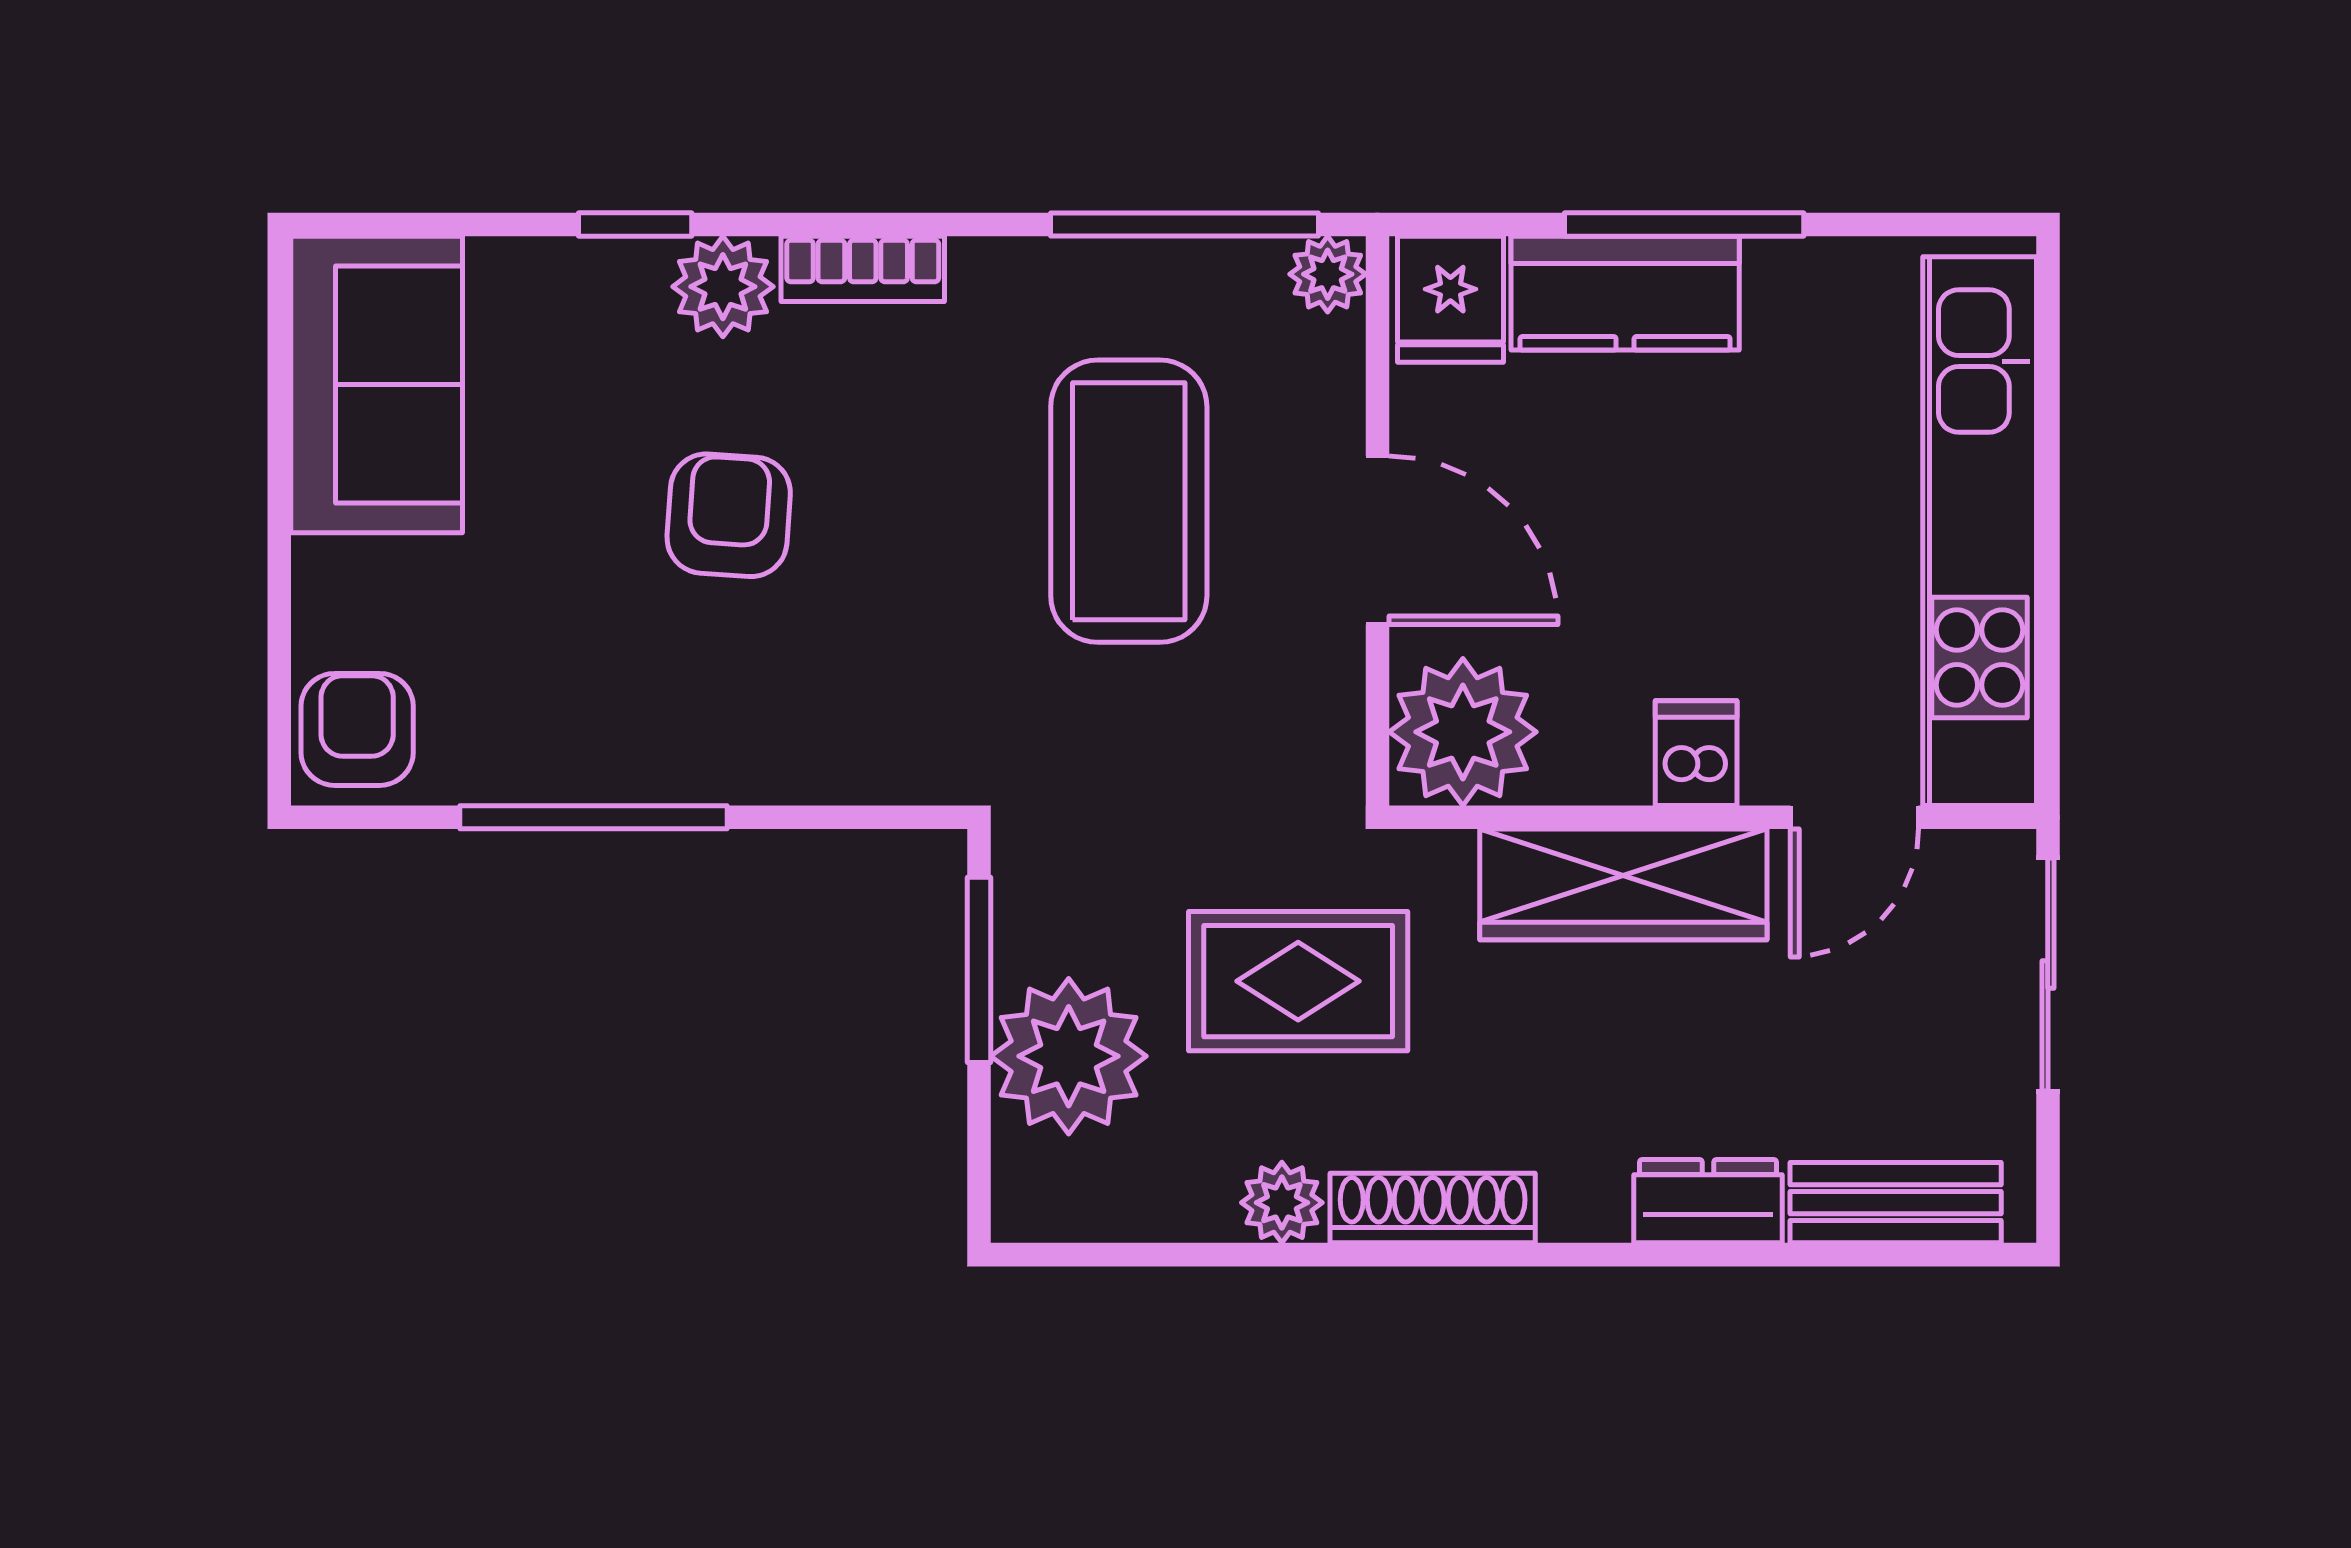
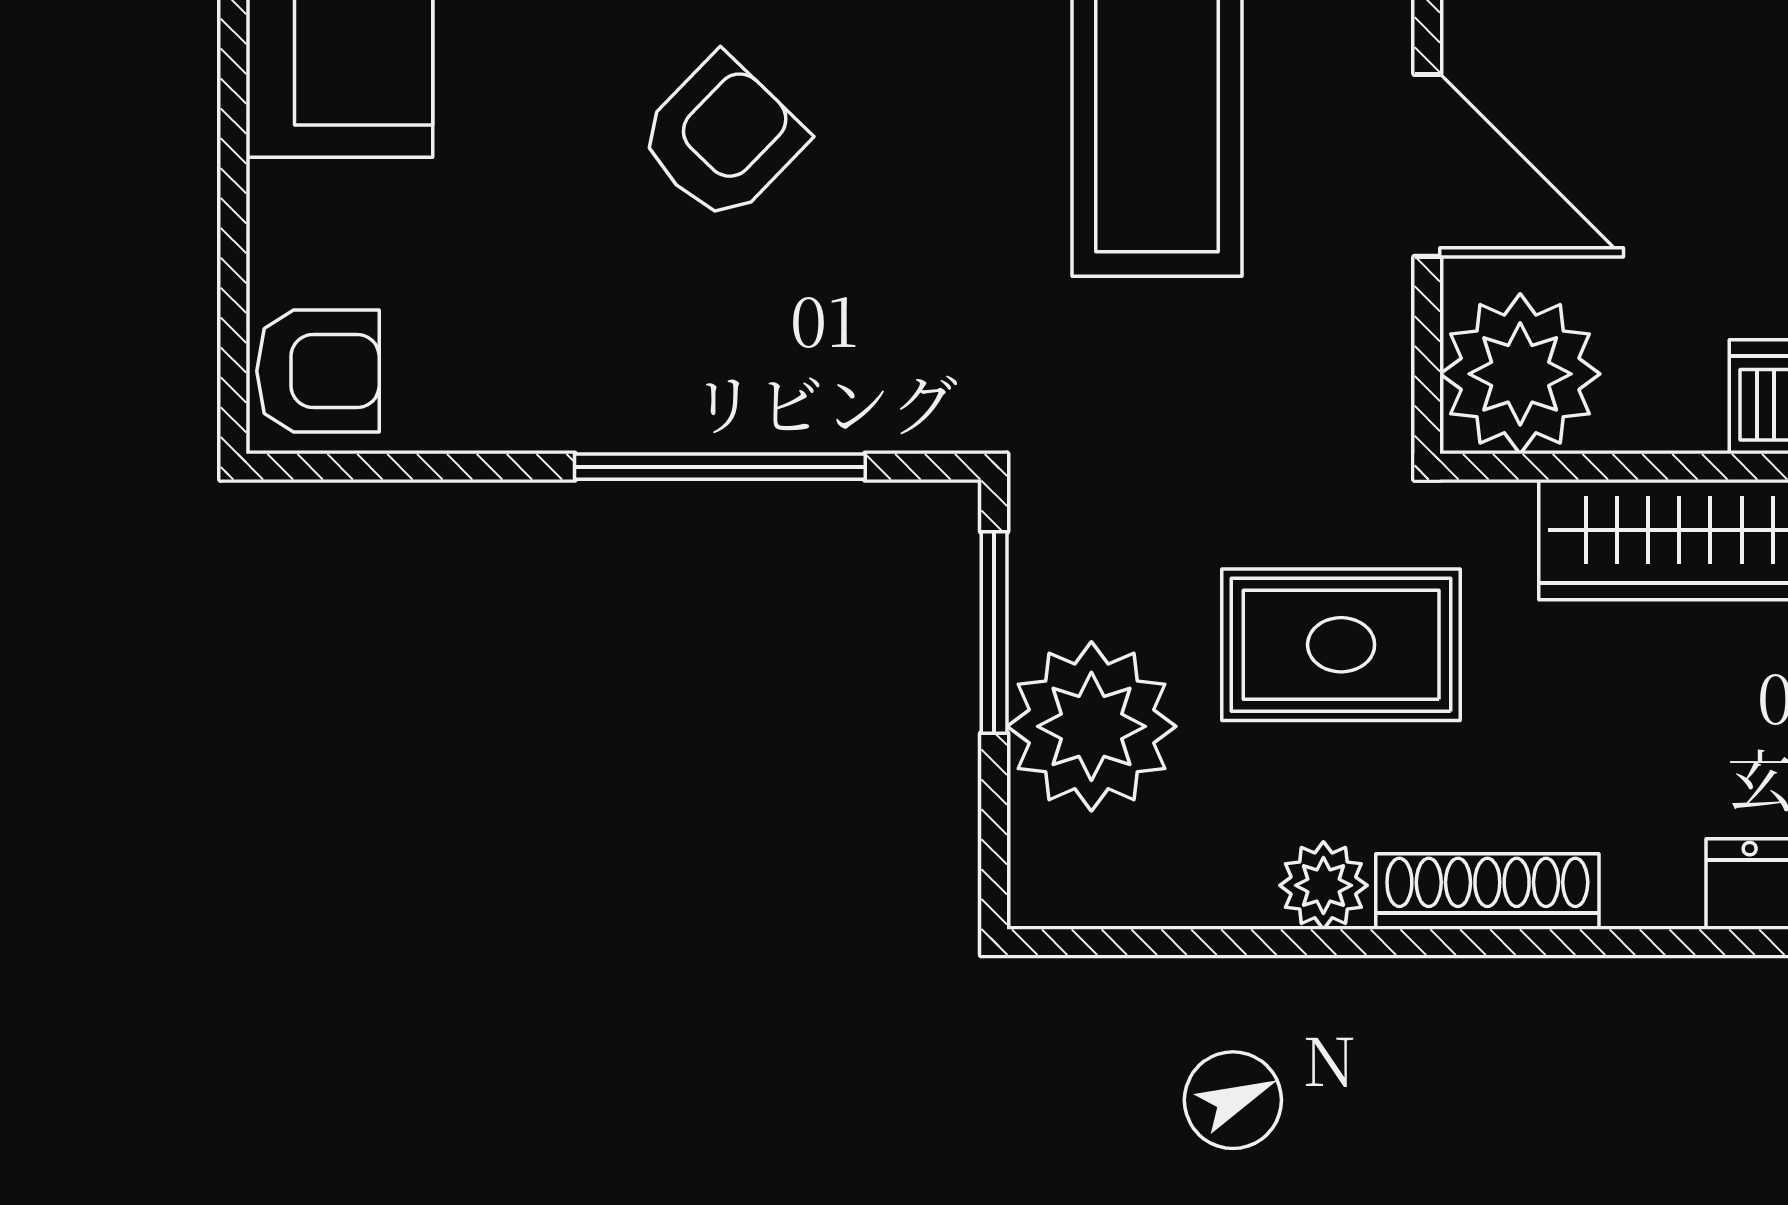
armchair: (729, 515) -> (722, 138), turned 40
armchair: (357, 729) -> (318, 371), turned 90
window: (594, 817) -> (720, 467), moved

